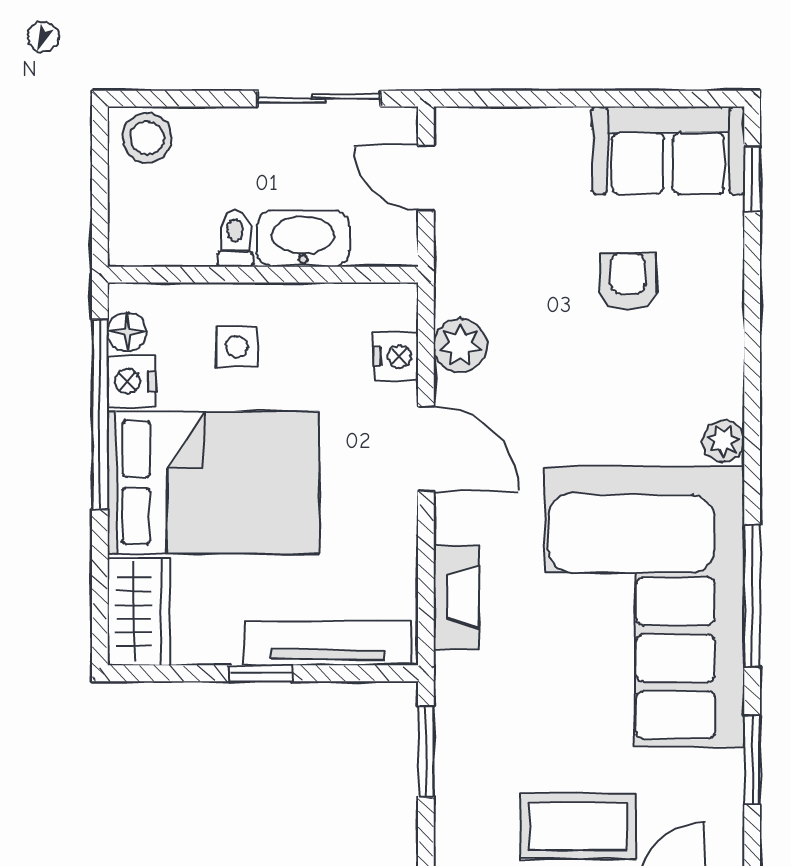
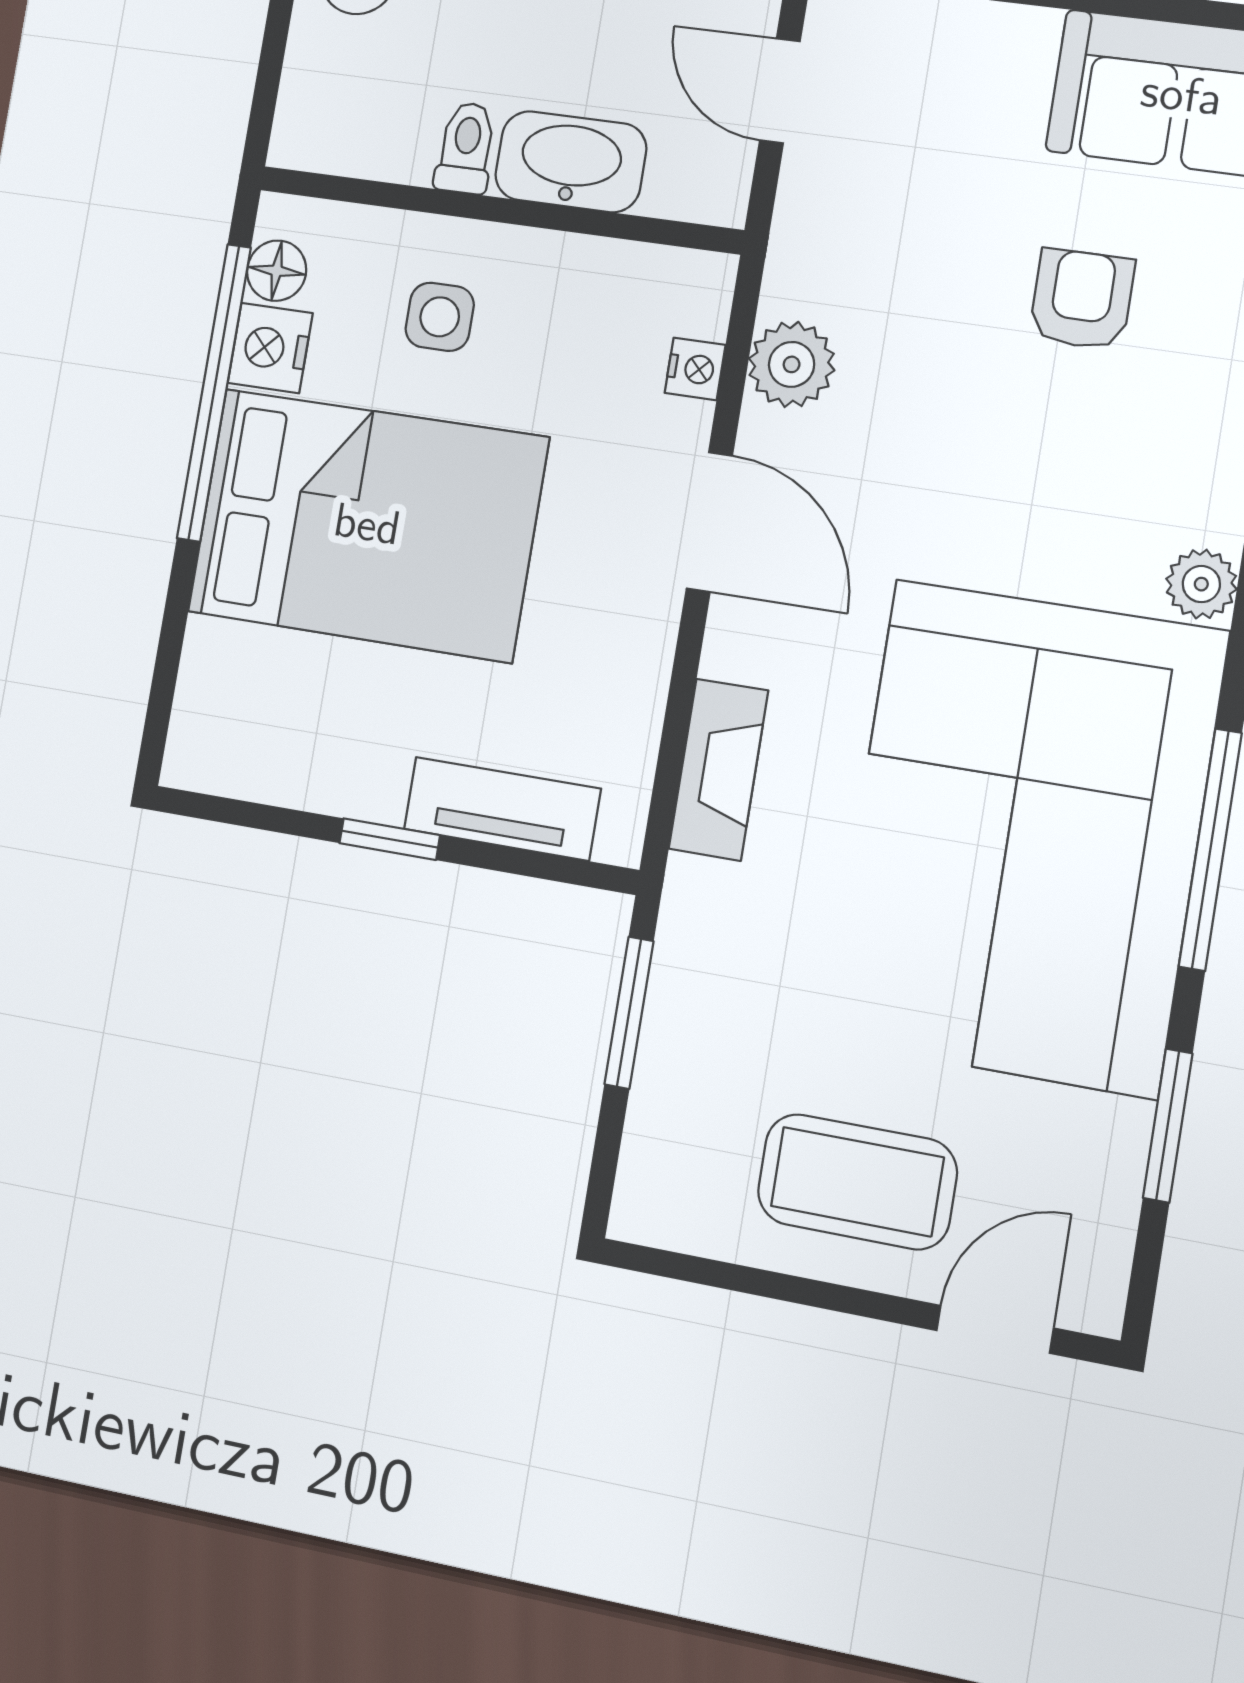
nightstand: (396, 356) -> (695, 369), width x0.72, depth x0.74
wardrobe: (139, 612) -> (220, 710), removed
tv unit: (328, 643) -> (502, 809), width x0.71

